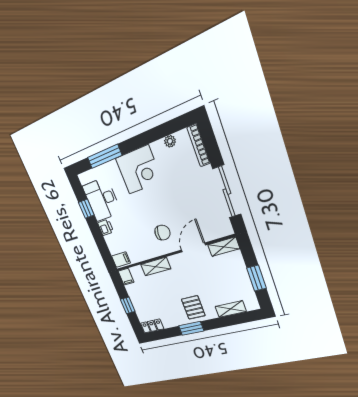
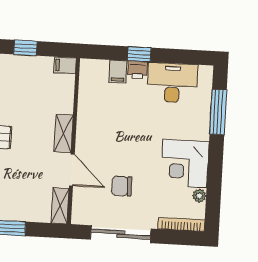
corner desk: (139, 170) -> (185, 163), moved
window: (86, 209) -> (139, 54), moved
chair: (162, 233) -> (122, 186), moved, turned 83
filing cabinet: (121, 260) -> (118, 72), moved
shelving: (156, 267) -> (64, 133), moved

